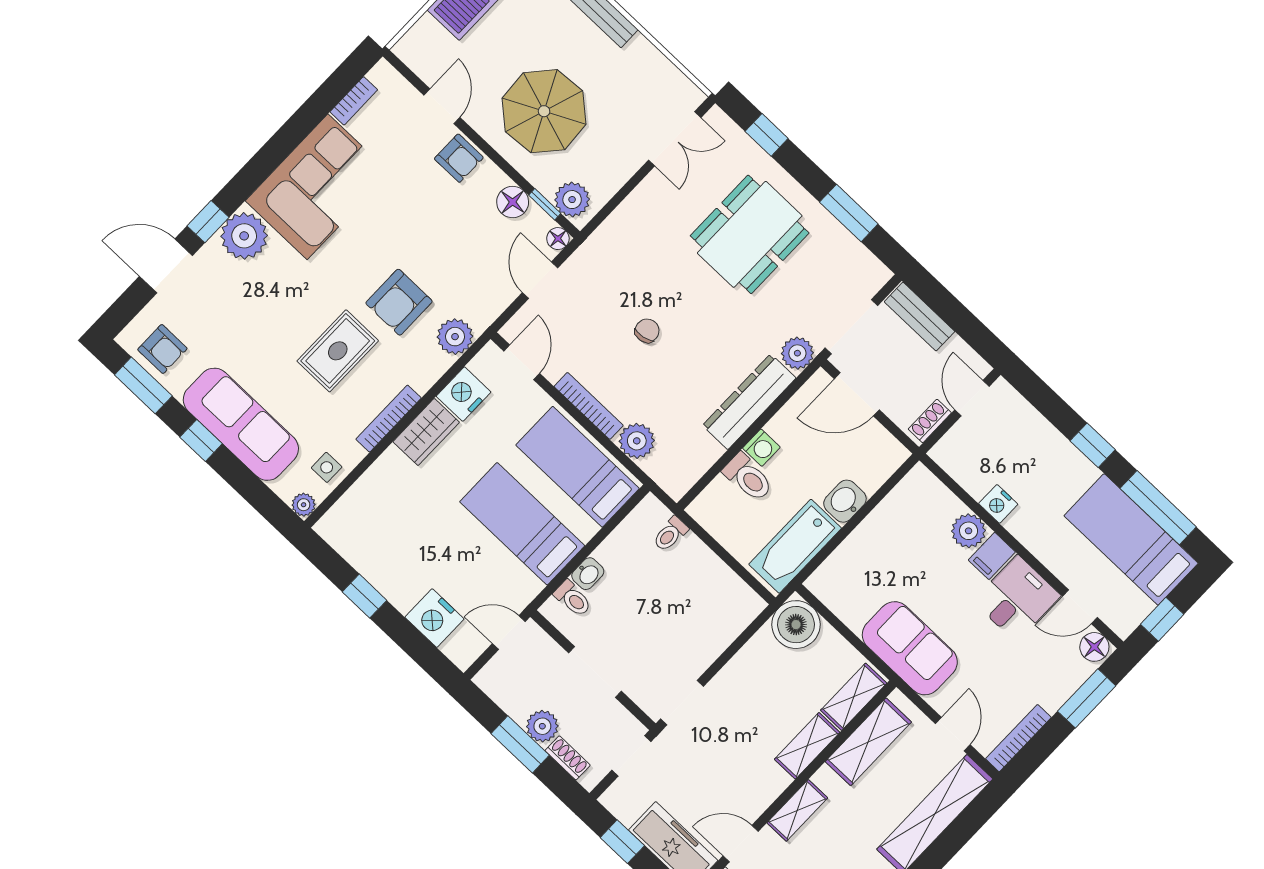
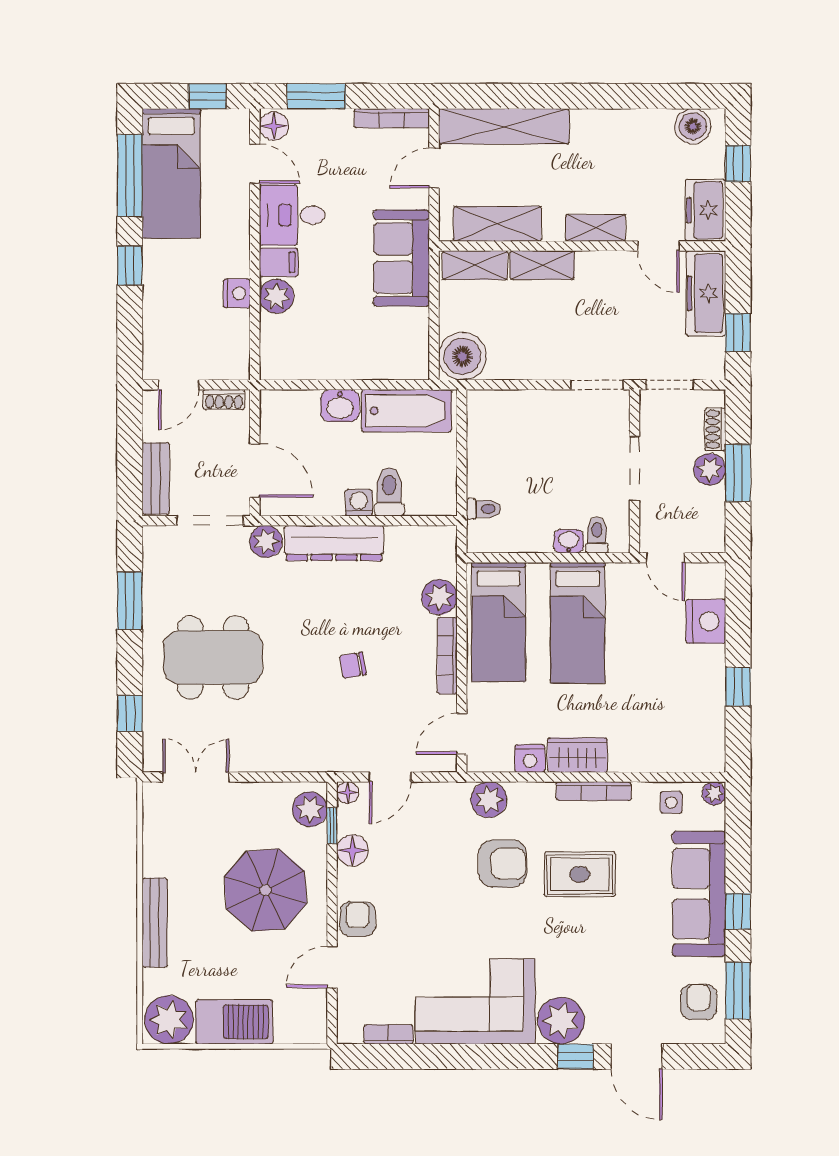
nightstand: (464, 394) -> (530, 759), width x0.74, depth x0.75

